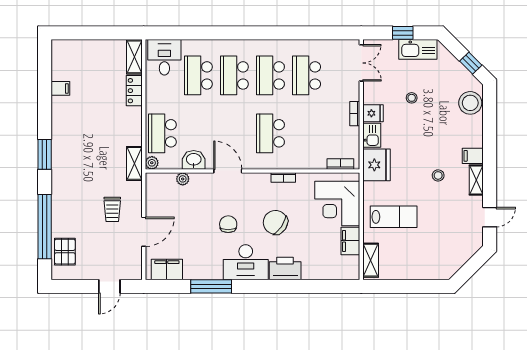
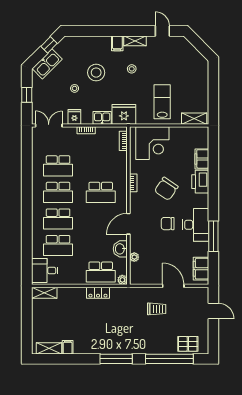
kitchen sink: (418, 49) -> (47, 64), moved, turned 45
locker: (134, 91) -> (98, 293), moved
stool: (470, 103) -> (96, 73), moved
fridge: (373, 113) -> (74, 117), moved
window: (45, 154) -> (116, 359), width x1.44
shelving: (134, 163) -> (49, 348), moved
filing cabinet: (350, 241) -> (202, 159), moved, turned 90
desk: (246, 262) -> (196, 225), moved

